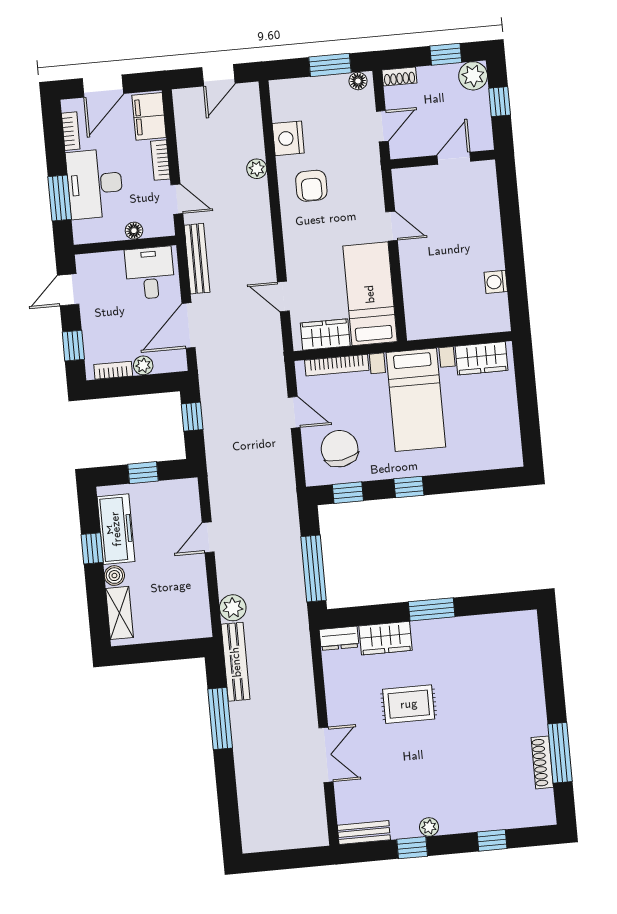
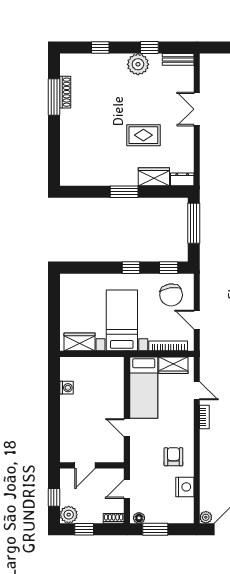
plant: (257, 169) -> (206, 517), moved
bookcase: (267, 255) -> (204, 417), added
plant: (429, 827) -> (138, 64), width x1.88, depth x1.88

